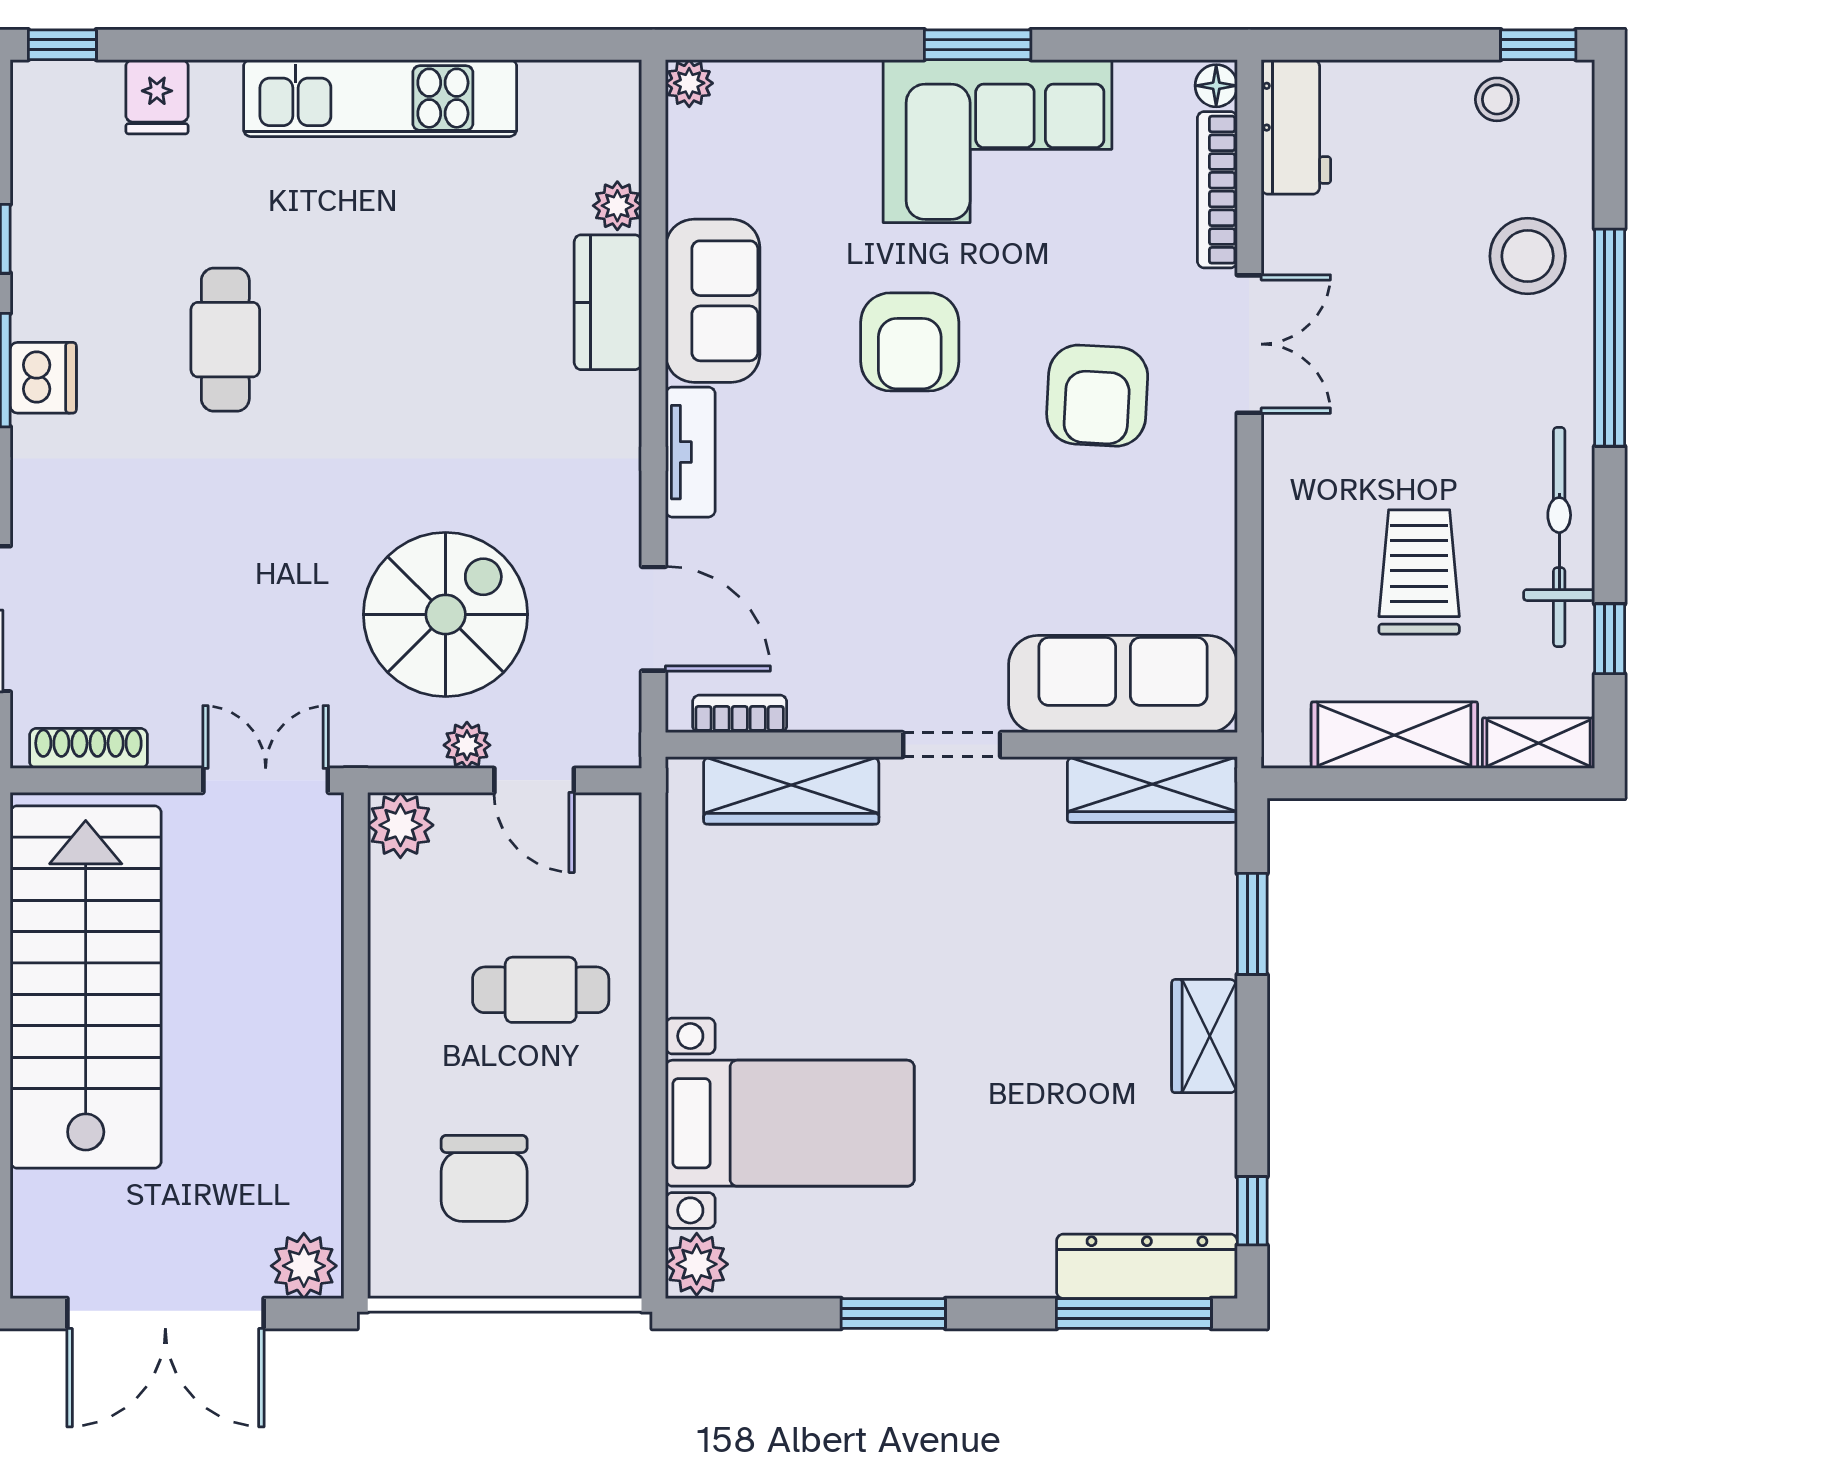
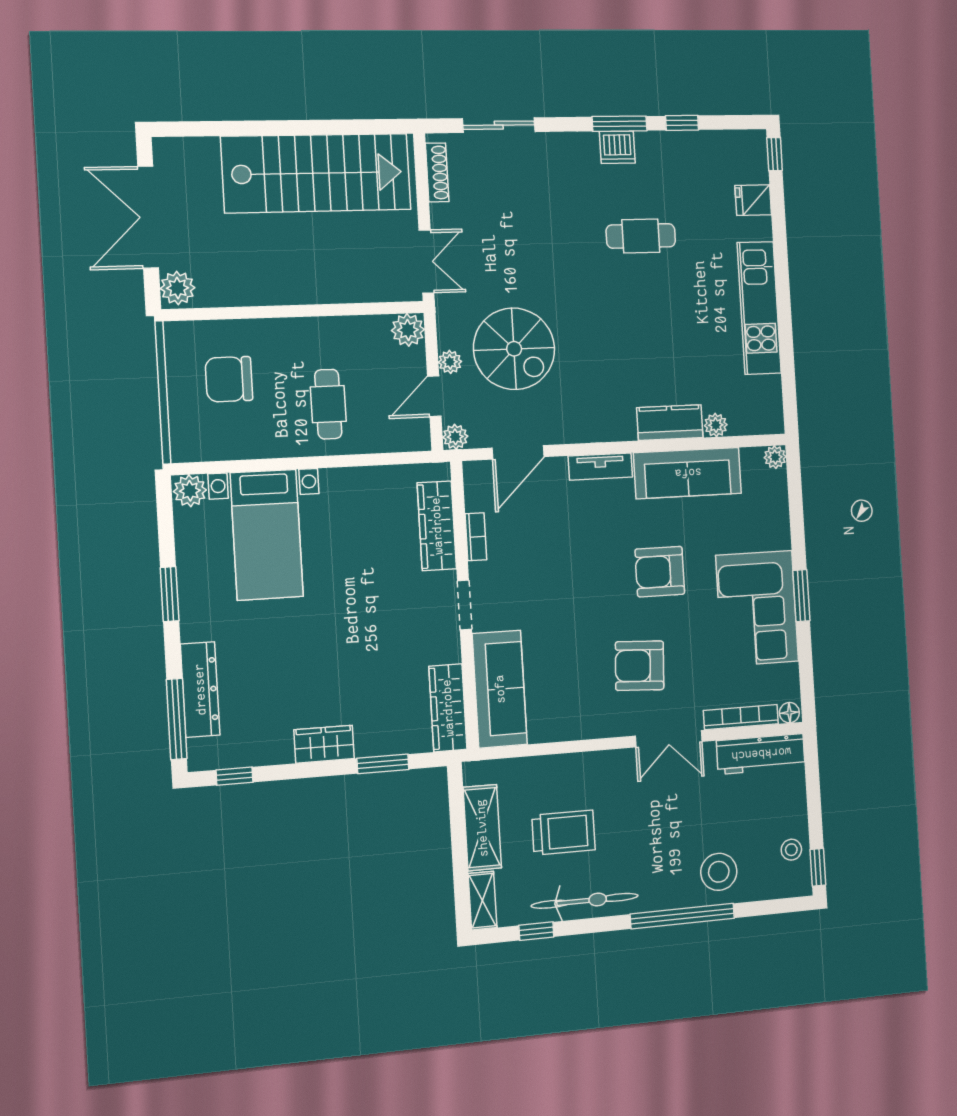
workbench: (1296, 127) -> (761, 754), width x1.37
sofa: (713, 301) -> (688, 473), width x1.36
bookcase: (740, 714) -> (476, 537), moved
plant: (616, 743) -> (455, 437), added
dresser: (1147, 1266) -> (200, 689), moved

